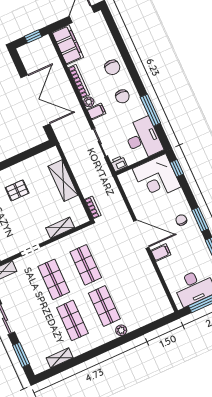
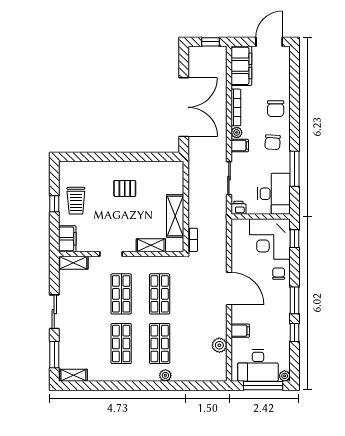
shelving: (63, 181) -> (175, 216), moved
chair: (181, 220) -> (279, 274), moved
filing cabinet: (161, 253) -> (240, 331), moved
plant: (155, 285) -> (219, 345), added
shelving: (60, 358) -> (73, 375), moved

